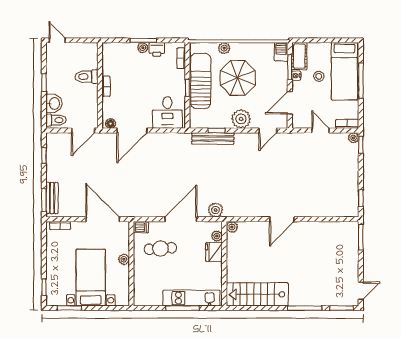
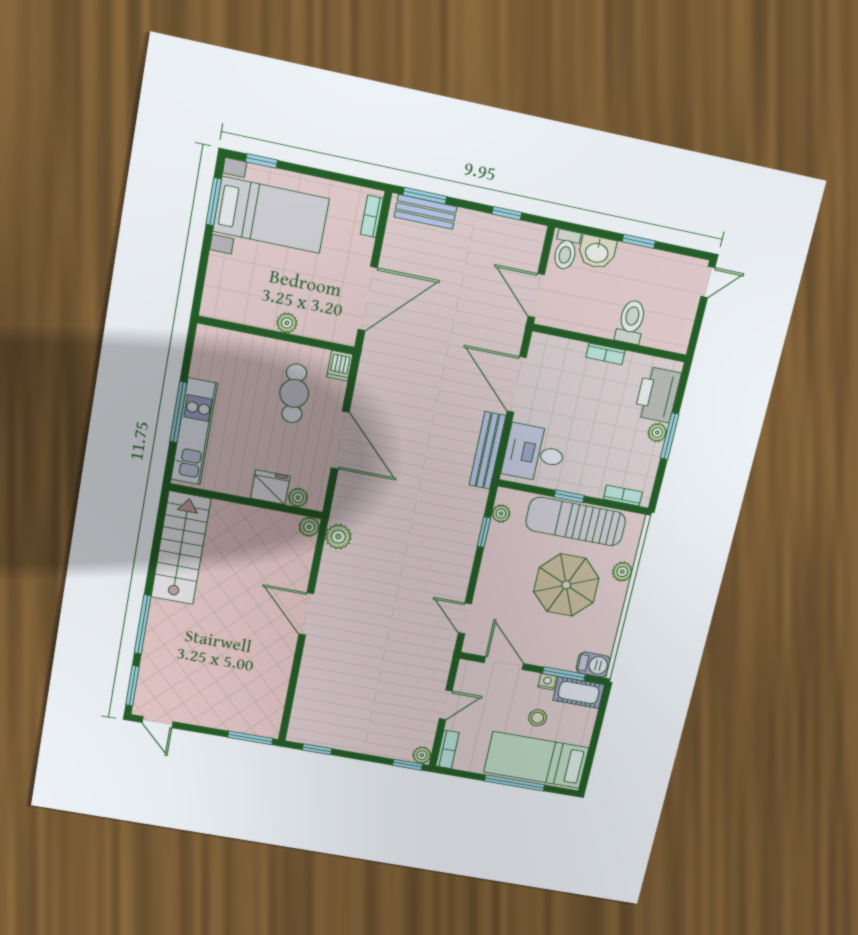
printer: (157, 49) -> (658, 395), moved, width x1.87, depth x1.48
sun lounger: (201, 81) -> (576, 521), turned 180
plant: (241, 119) -> (501, 514), moved, width x0.53, depth x0.53
floor lamp: (111, 124) -> (538, 348), removed
bench: (213, 138) -> (487, 450), moved
plant: (216, 210) -> (338, 537), moved
bed with nightstands: (91, 278) -> (271, 215), moved

